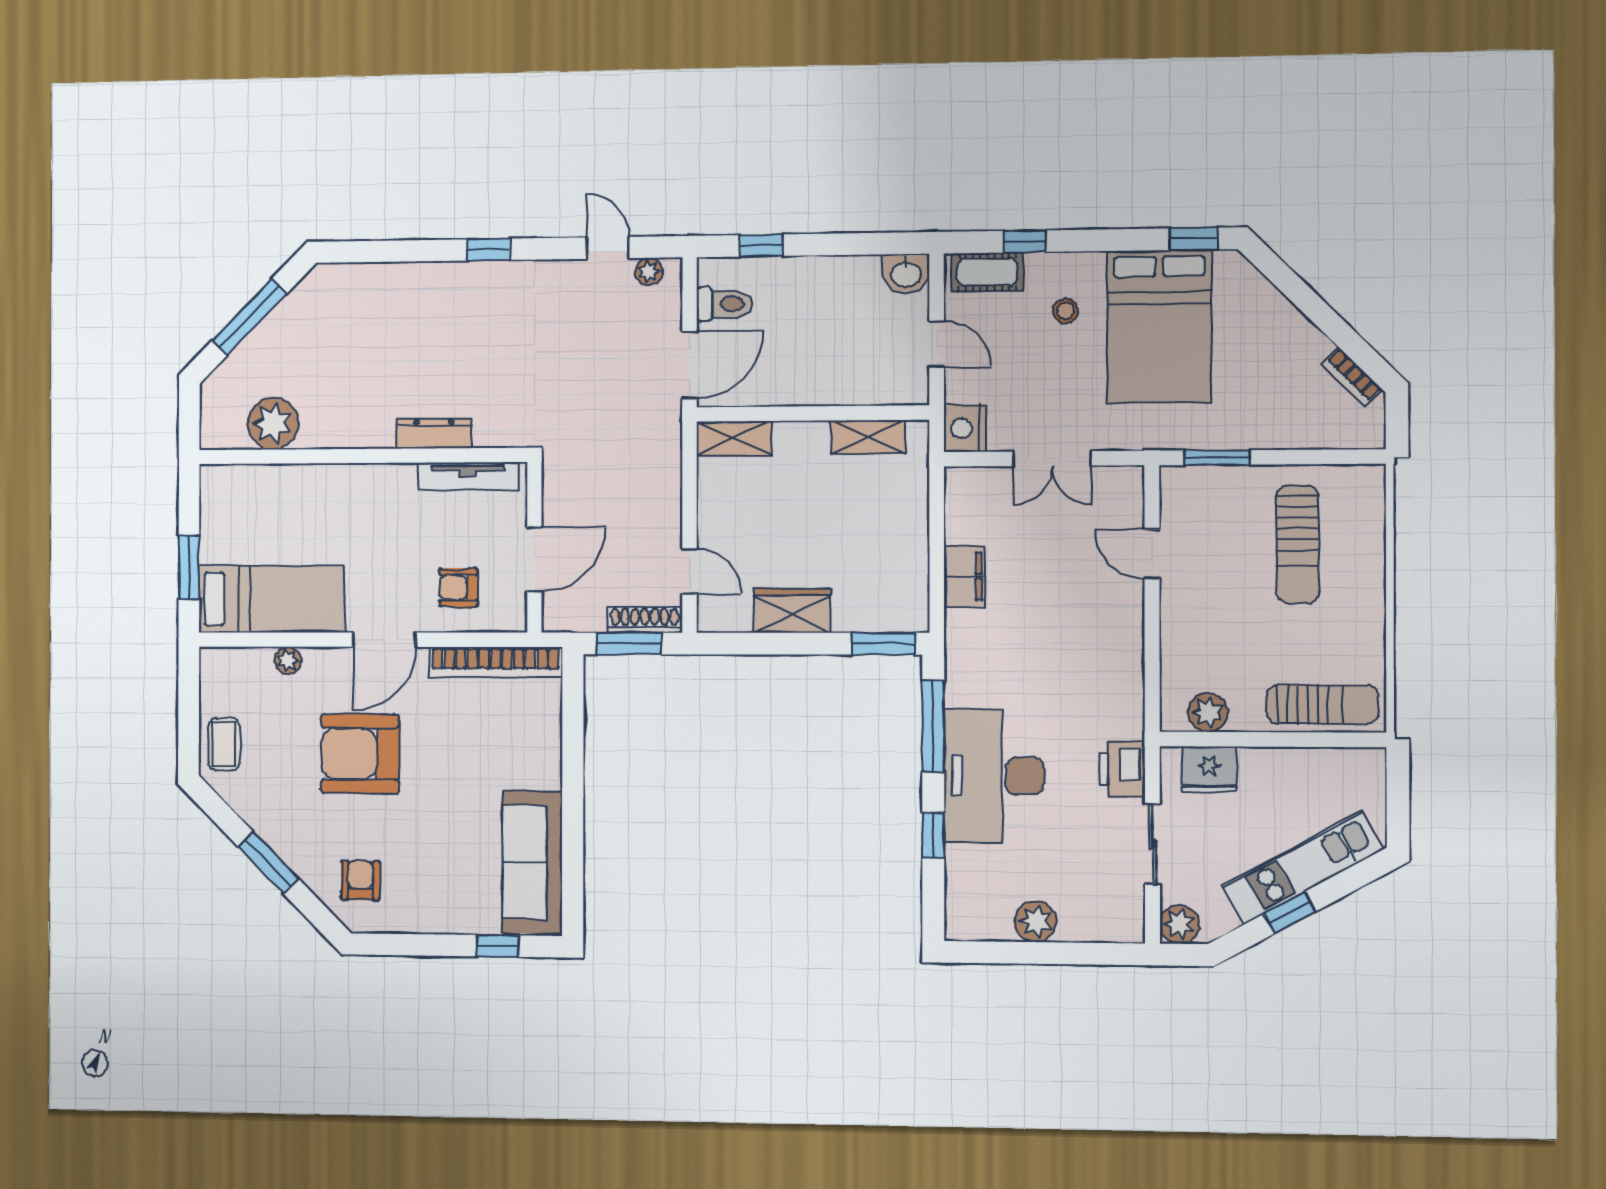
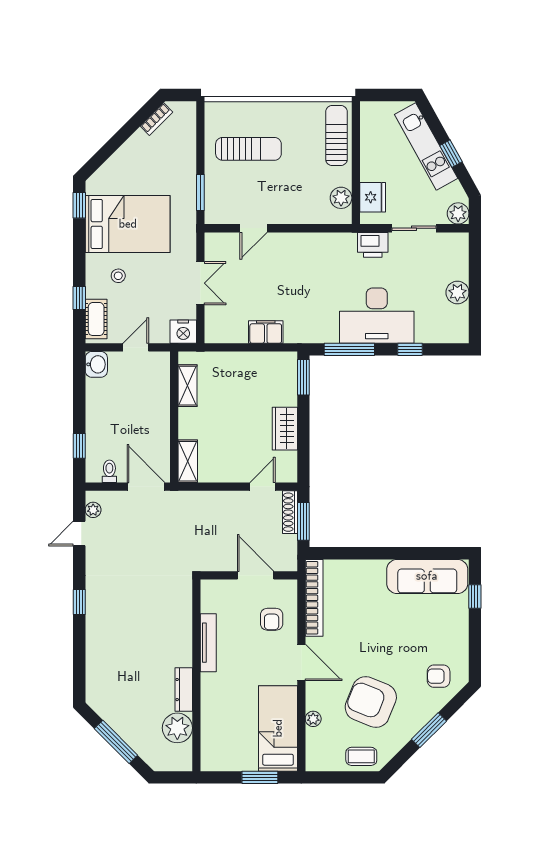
toilet: (724, 304) -> (109, 471), width x0.73, depth x0.72
dresser: (434, 433) -> (184, 690), moved
tv unit: (468, 476) -> (208, 643), moved
armchair: (360, 754) -> (371, 702), moved, turned 112

